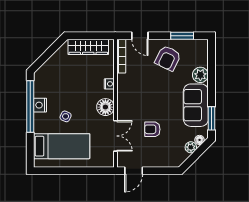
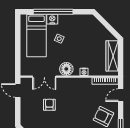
nightstand: (40, 105) -> (52, 19), moved
window: (30, 106) -> (53, 12), moved

